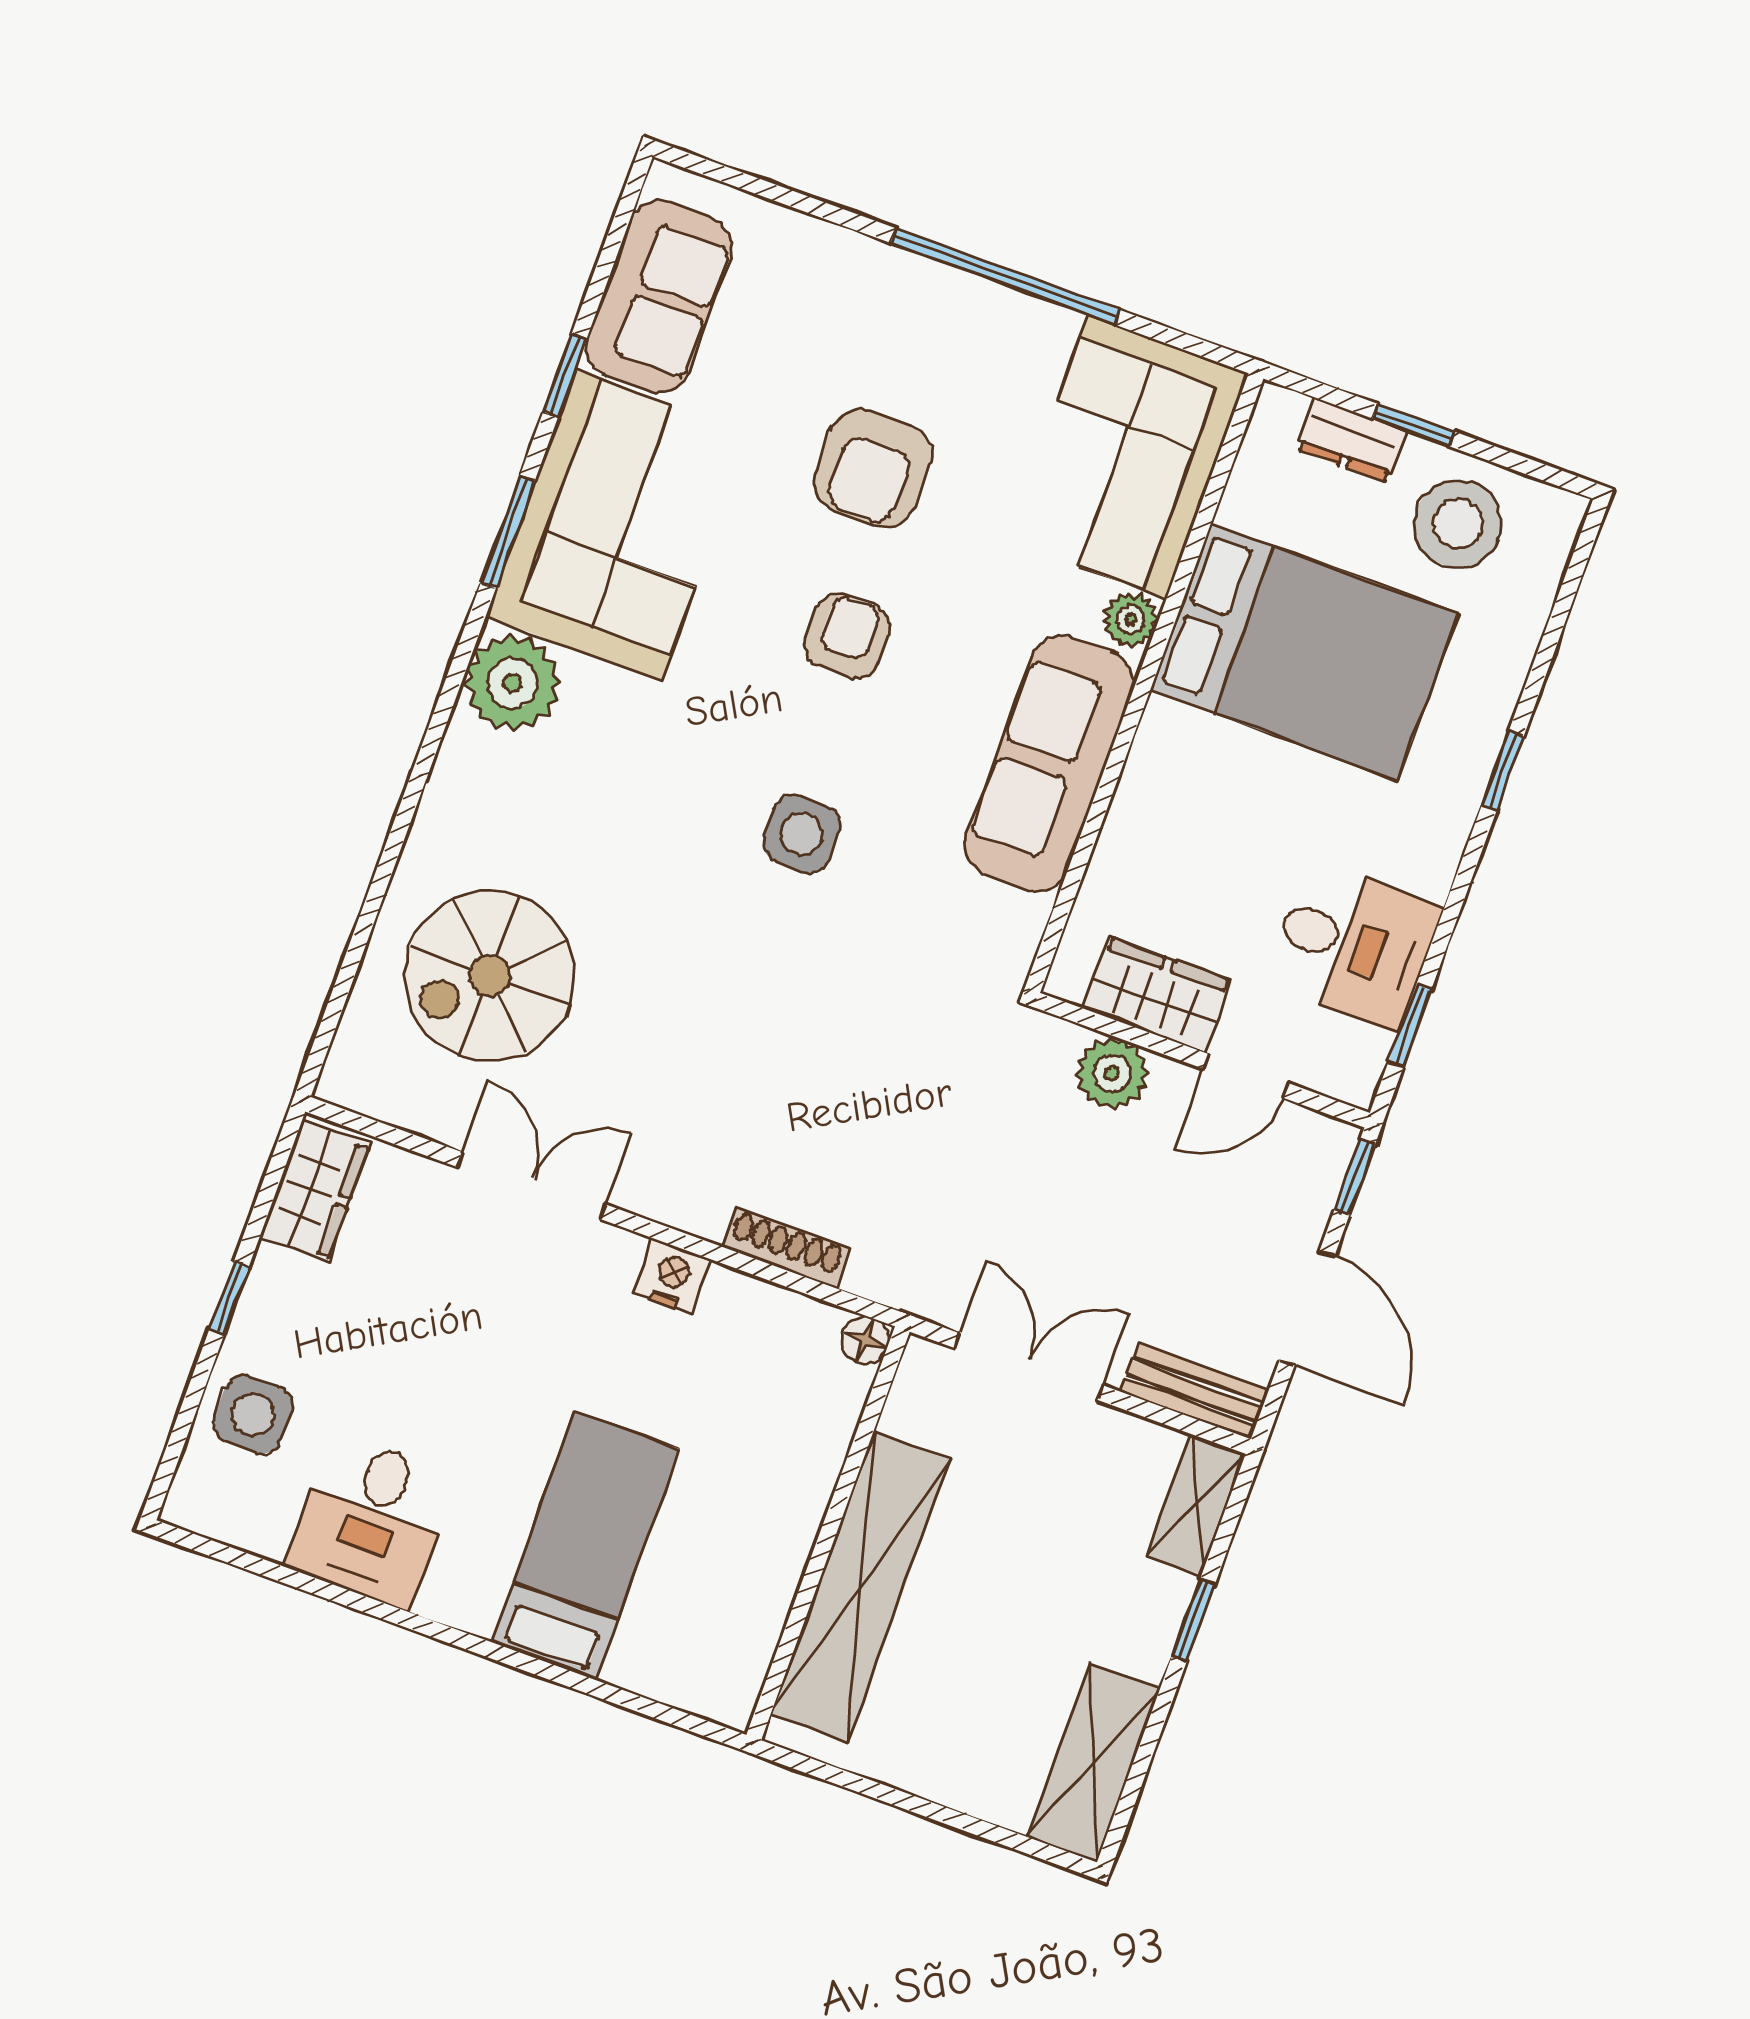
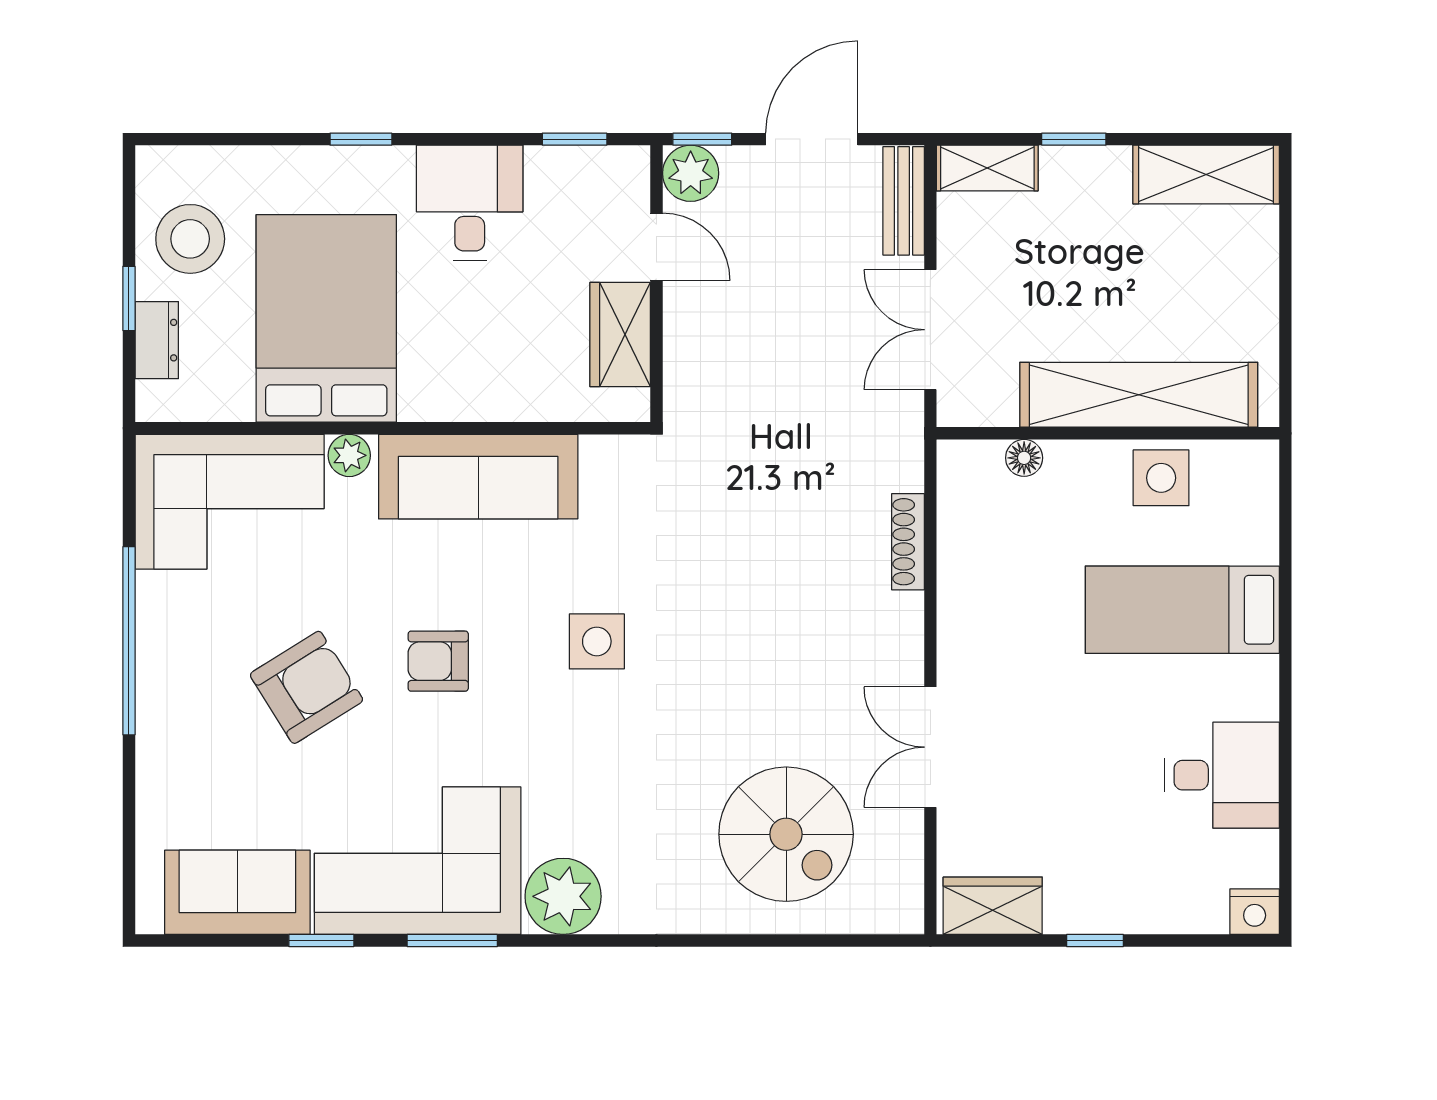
armchair: (873, 468) -> (306, 687), turned -32
desk: (1353, 946) -> (470, 203), moved
plant: (1112, 1073) -> (691, 173), moved
nightstand: (672, 1276) -> (1255, 912), moved, turned -90
floor lamp: (865, 1340) -> (1024, 458), moved
side table: (253, 1414) -> (1161, 478), moved

